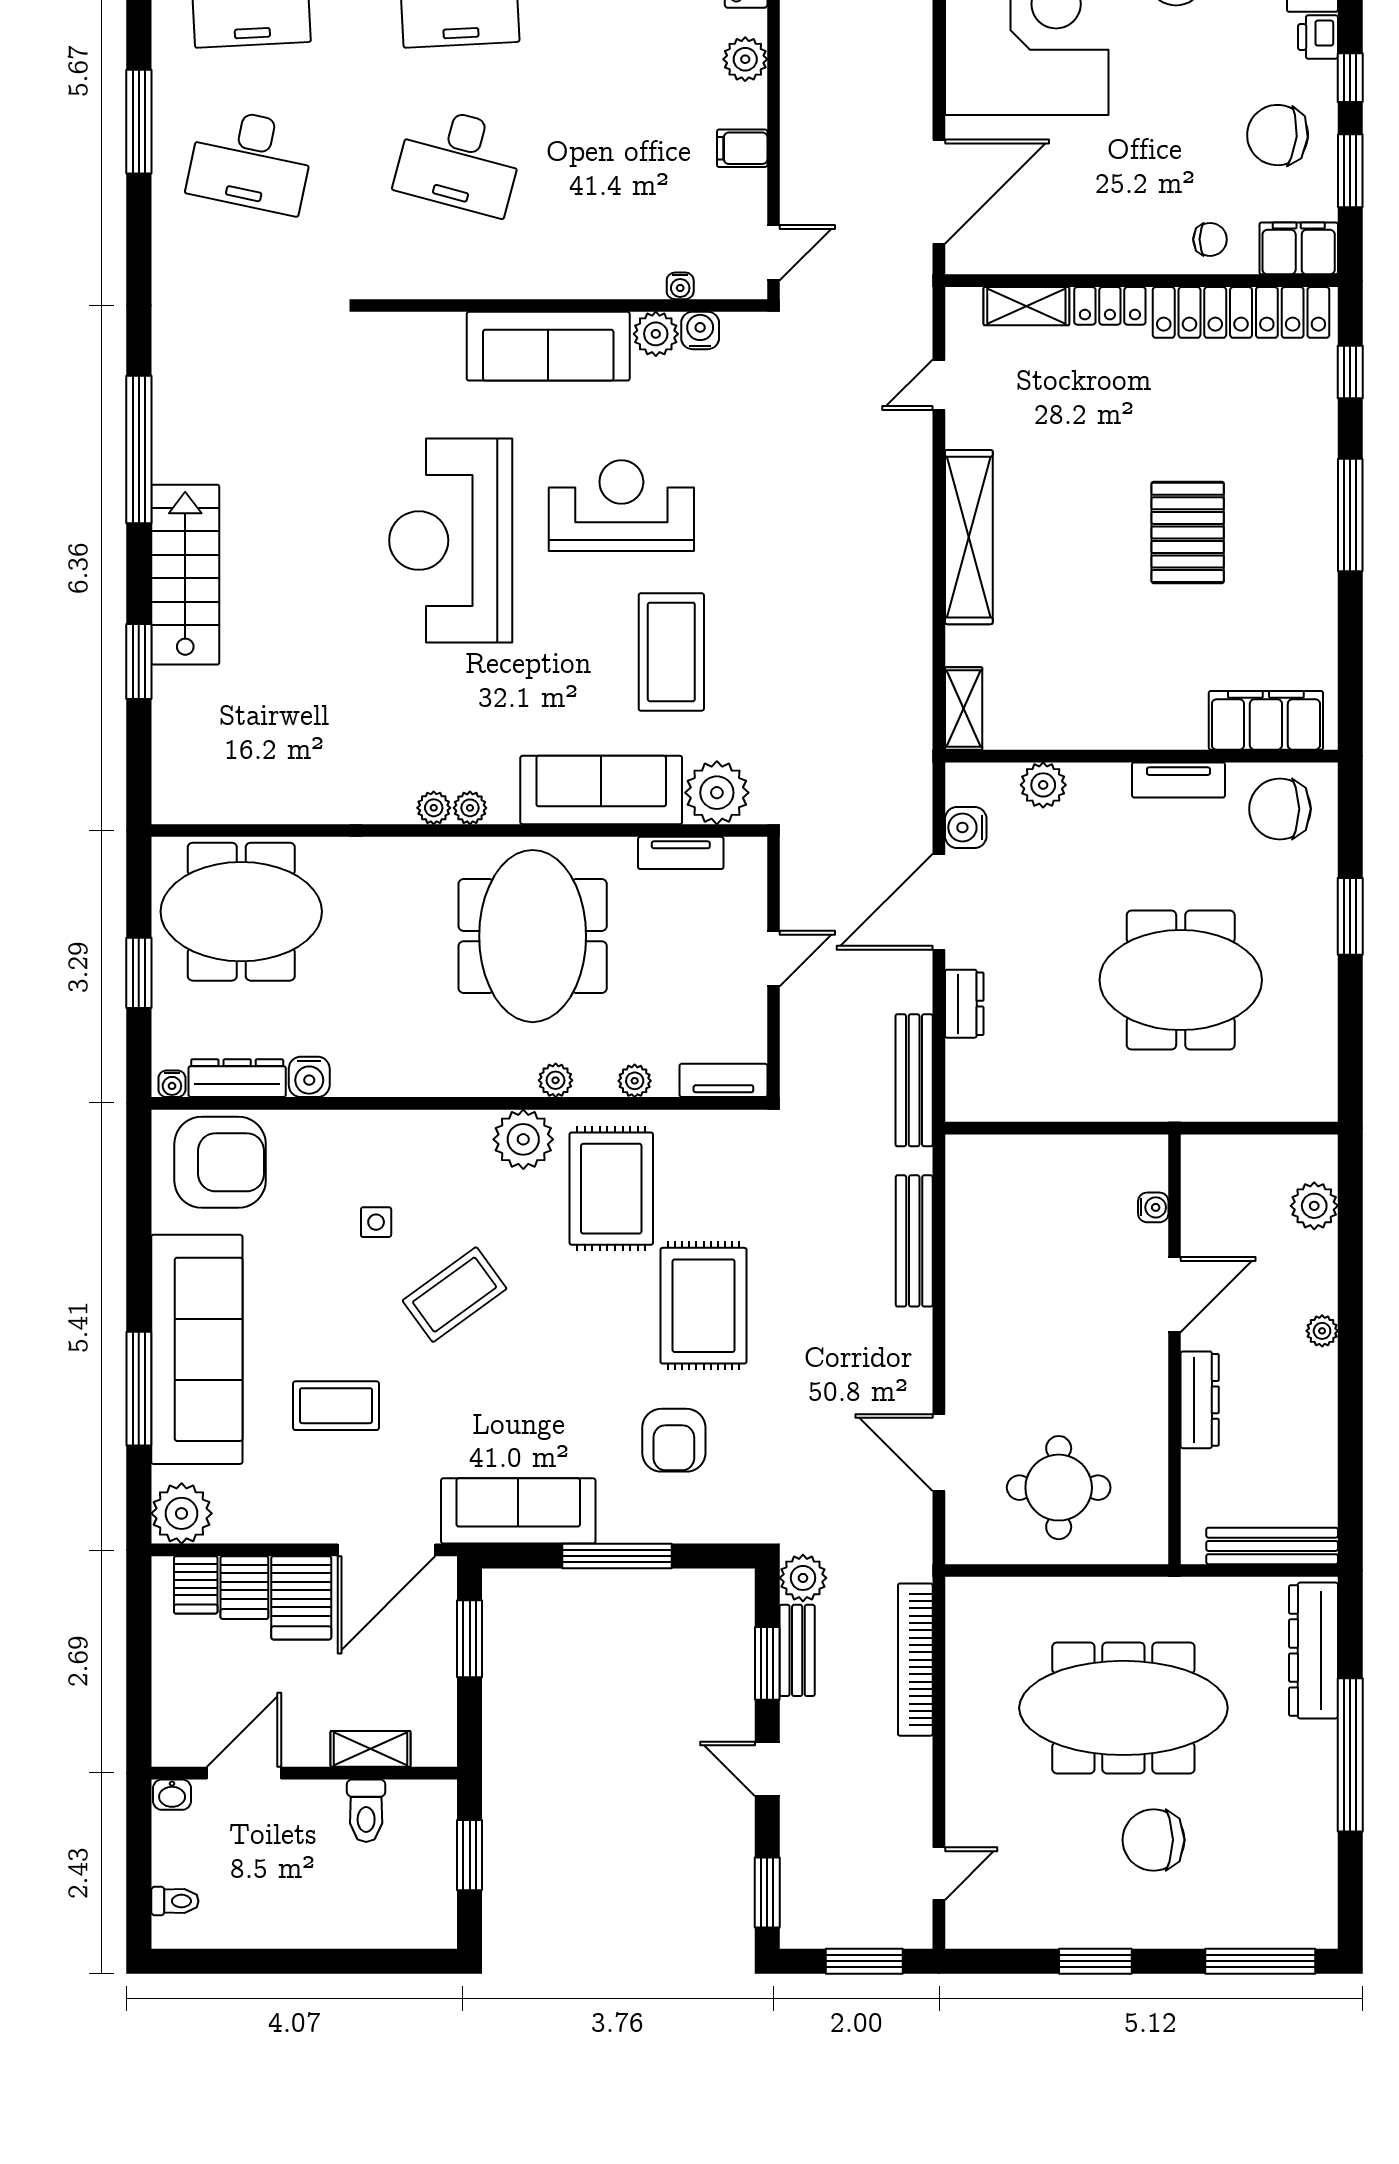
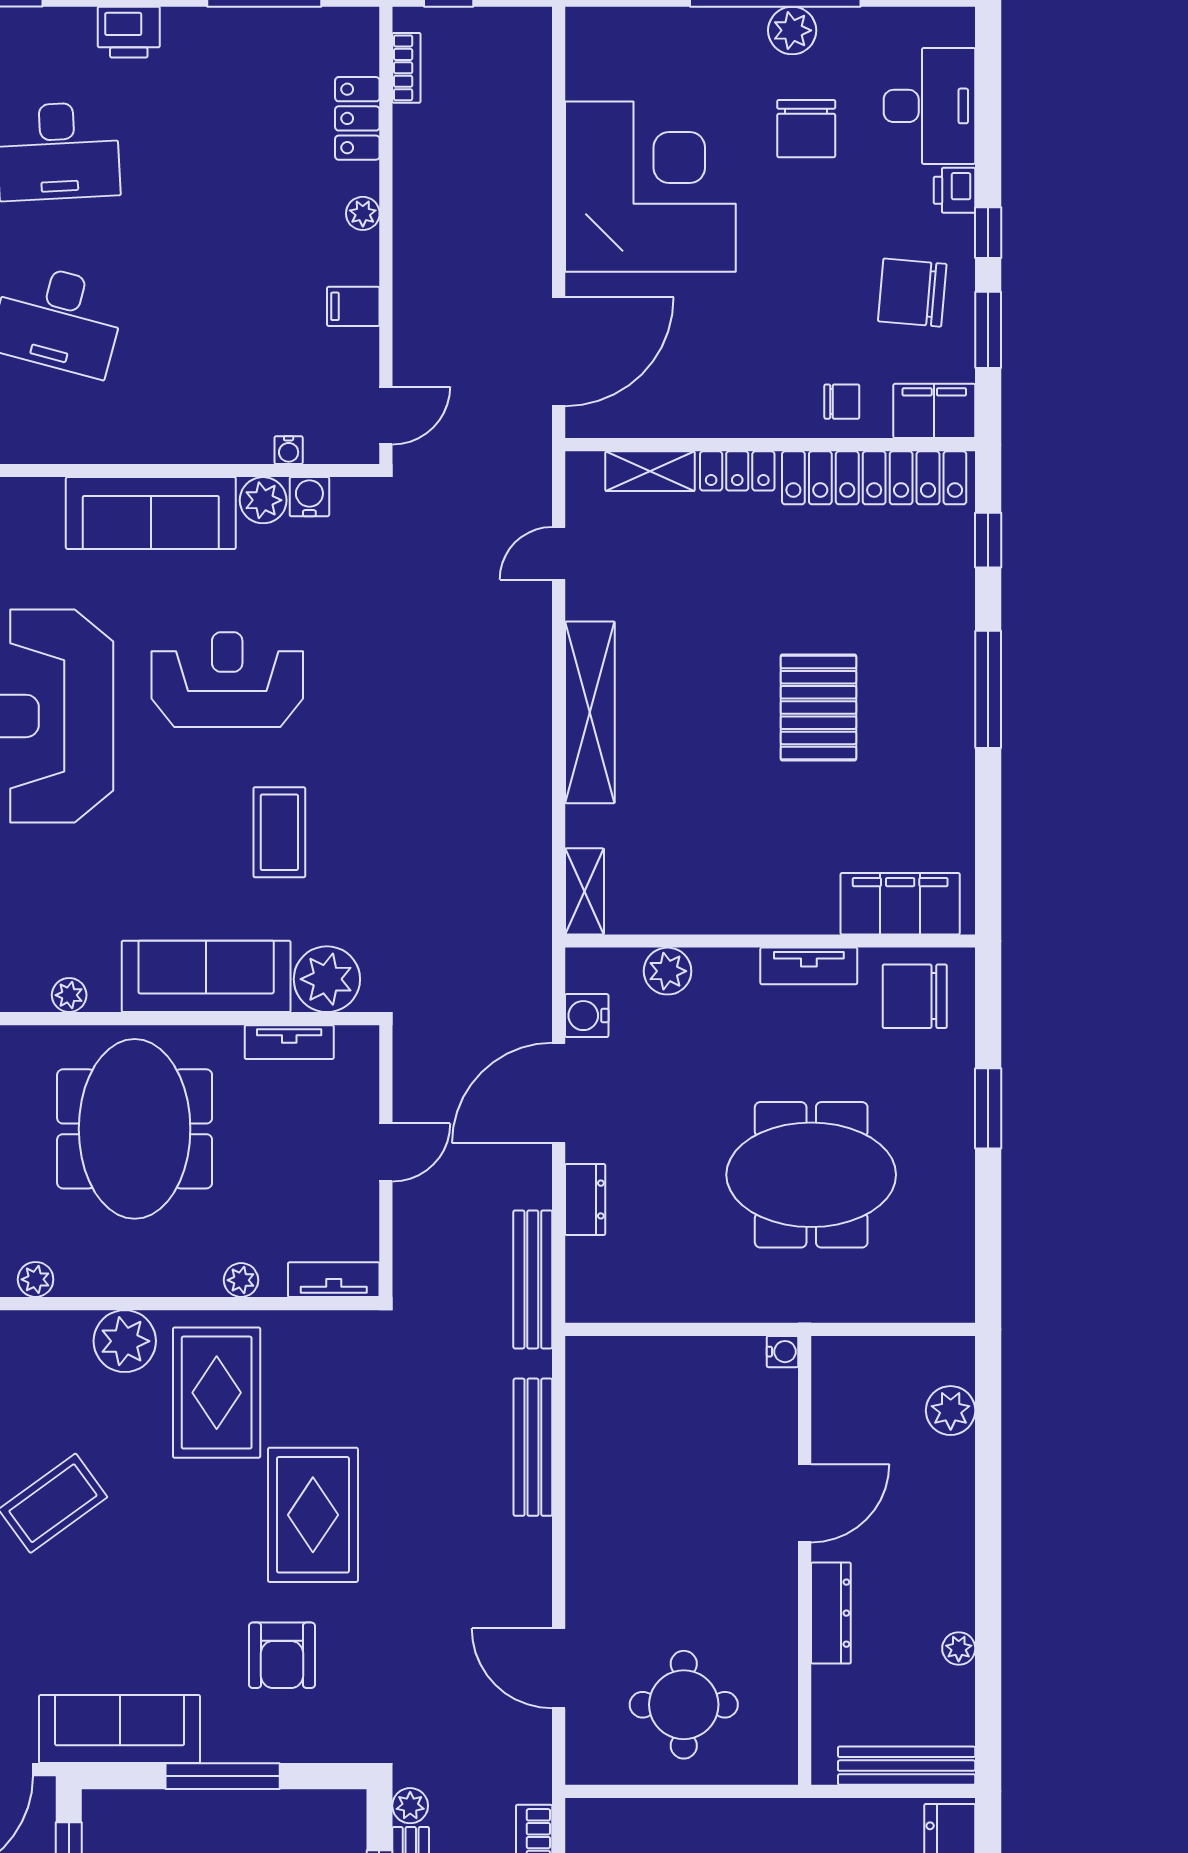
plant: (745, 59) -> (363, 213), width x0.73, depth x0.73
coffee table: (671, 652) -> (279, 832), width x0.73, depth x0.76
plant: (434, 808) -> (31, 995), removed
plant: (556, 1080) -> (36, 1279), moved
water cooler: (1153, 1207) -> (782, 1352), moved
plant: (1322, 1331) -> (959, 1648), moved
plant: (803, 1578) -> (410, 1806), width x0.73, depth x0.73

